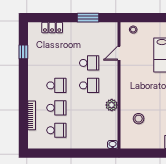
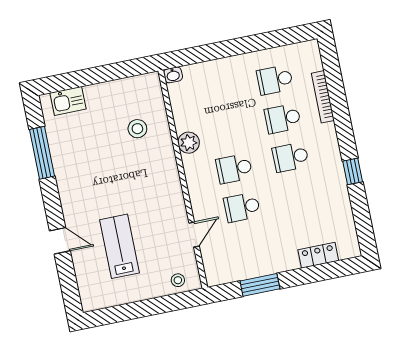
window: (23, 52) -> (353, 171), moved

